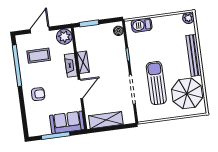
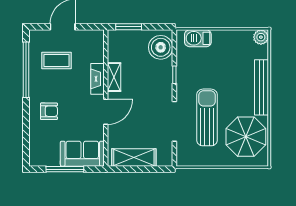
boiler: (118, 31) -> (161, 47), width x1.86, depth x1.86
plant: (64, 37) -> (94, 40), removed

